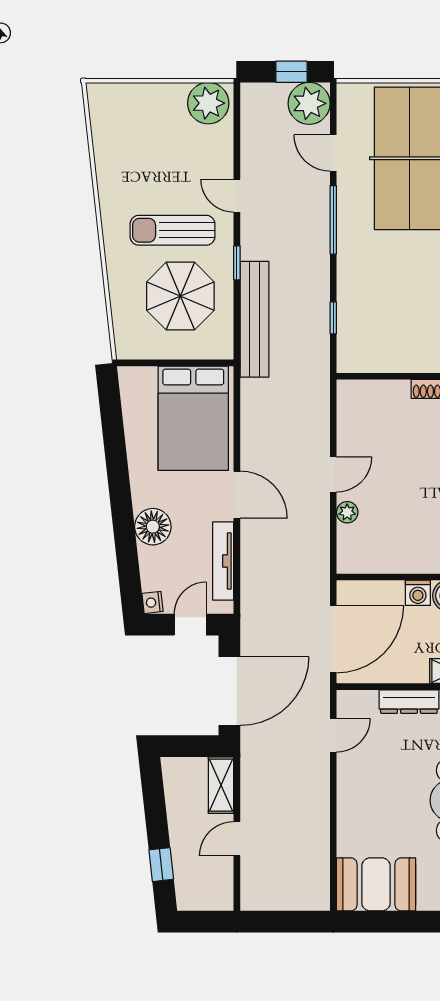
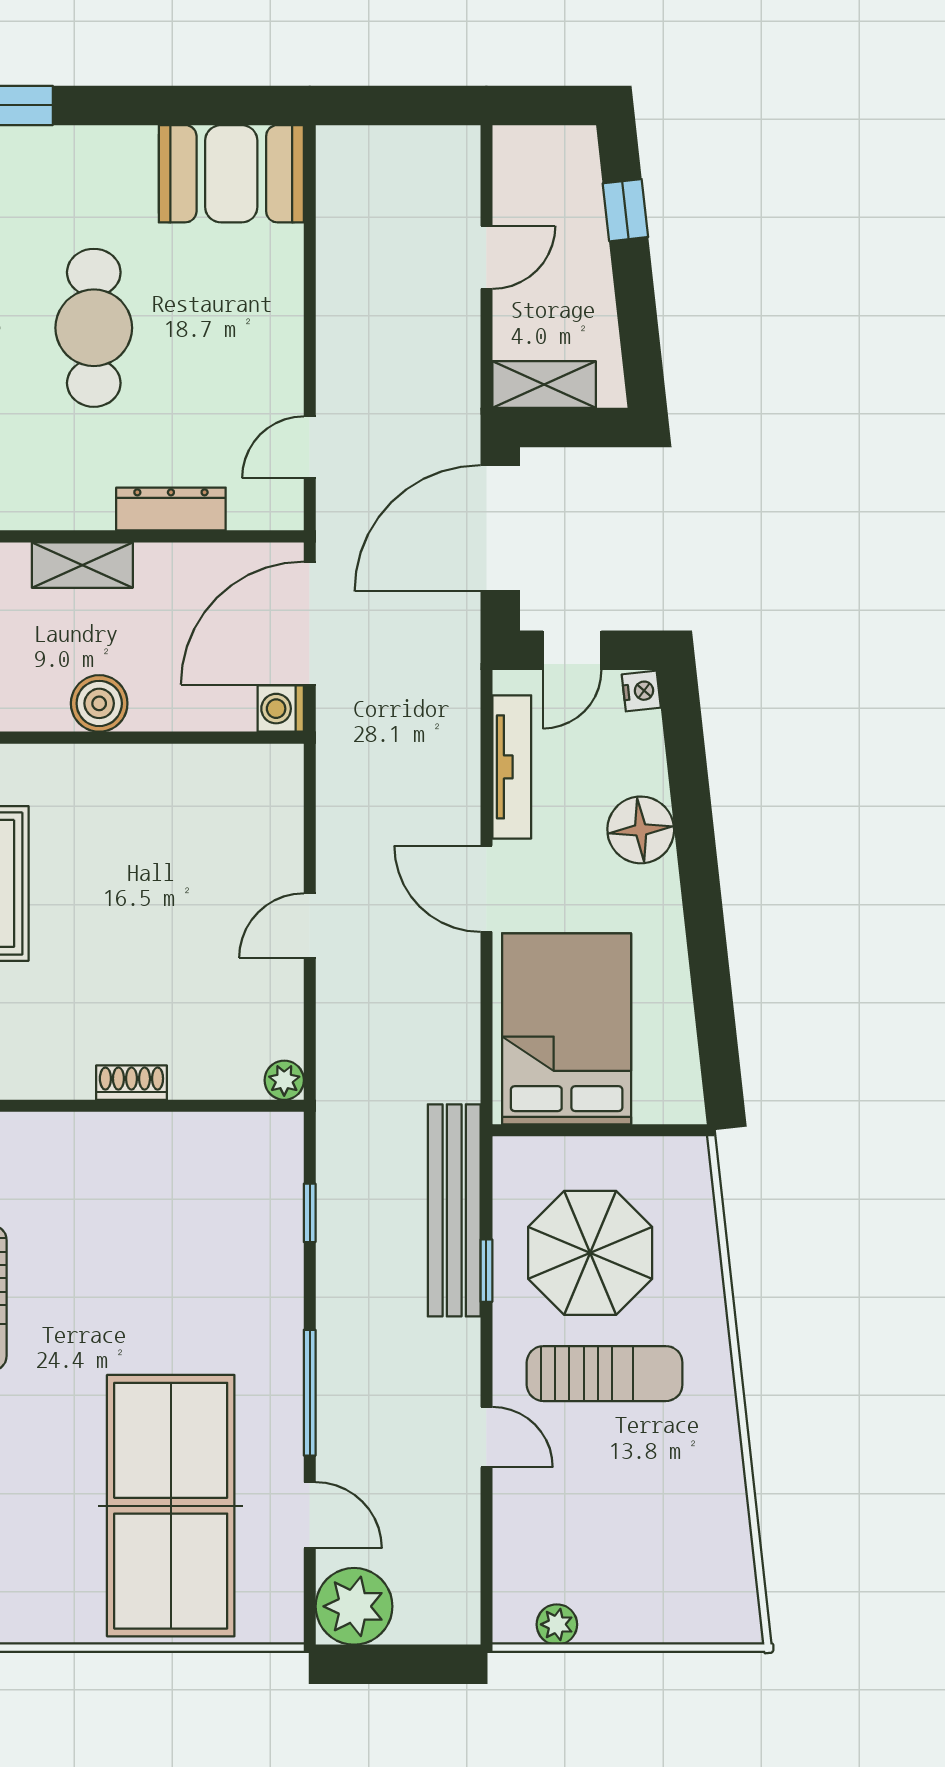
window: (291, 72) -> (386, 1664), removed
plant: (208, 103) -> (557, 1624), width x0.53, depth x0.53
window: (237, 263) -> (486, 1271), moved
plant: (347, 512) -> (284, 1080), moved
washing machine: (418, 593) -> (281, 709), moved, turned -90
shelving: (221, 785) -> (544, 384), moved, turned 90

